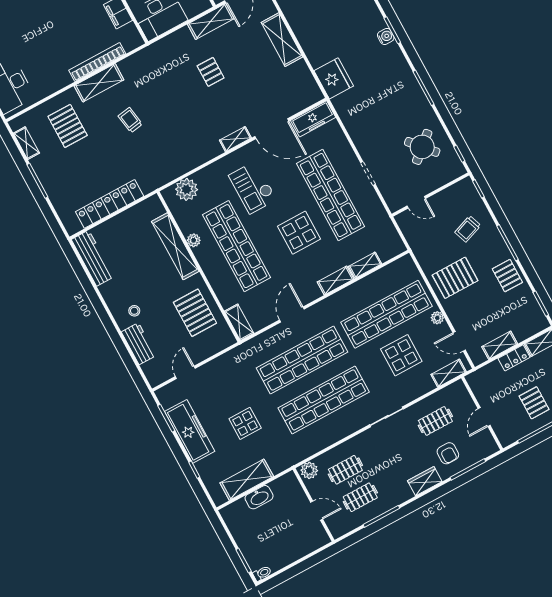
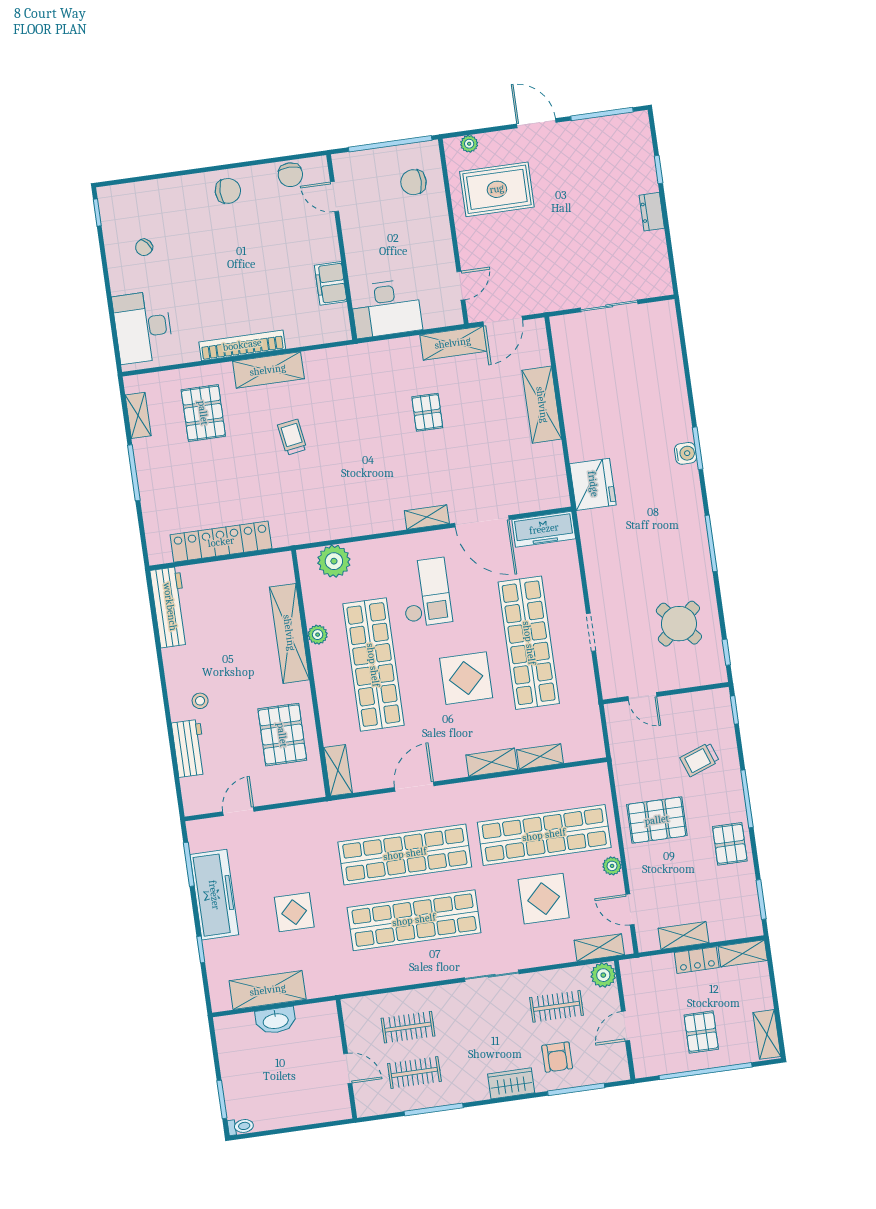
bookcase: (97, 62) -> (242, 345), moved
checkout: (253, 188) -> (426, 592), turned 180
plant: (309, 470) -> (603, 975), moved

